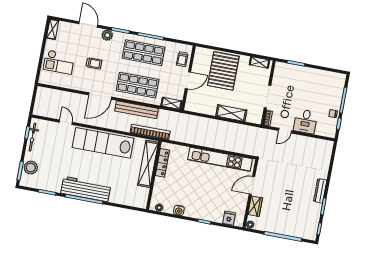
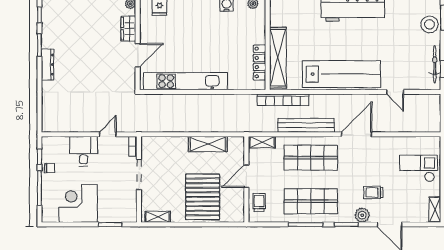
trolley: (94, 63) -> (373, 193), moved
corner desk: (317, 83) -> (78, 203), added
shelving: (231, 113) -> (208, 144), moved

